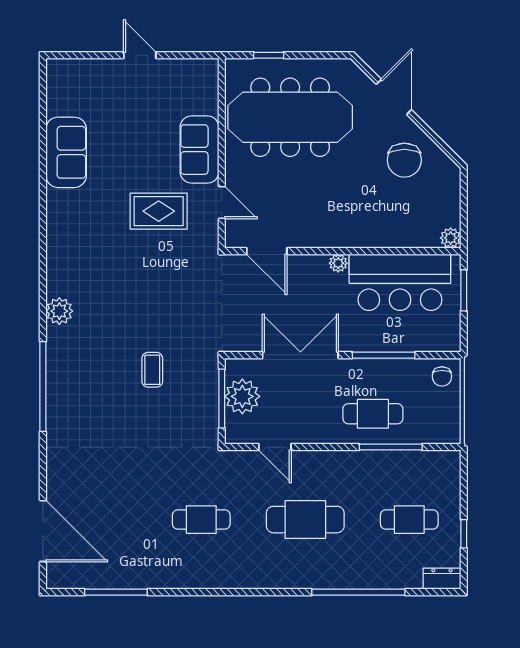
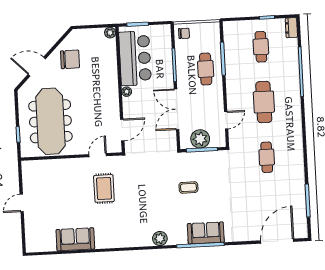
sofa: (199, 150) -> (206, 233), moved, turned 180

